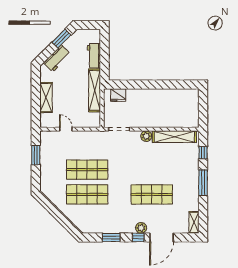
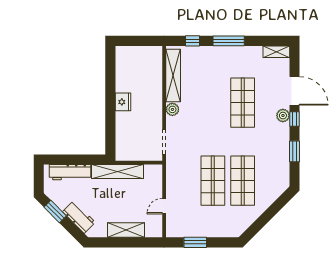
workbench: (94, 56) -> (70, 172), width x1.38
fridge: (118, 95) -> (123, 102), moved

